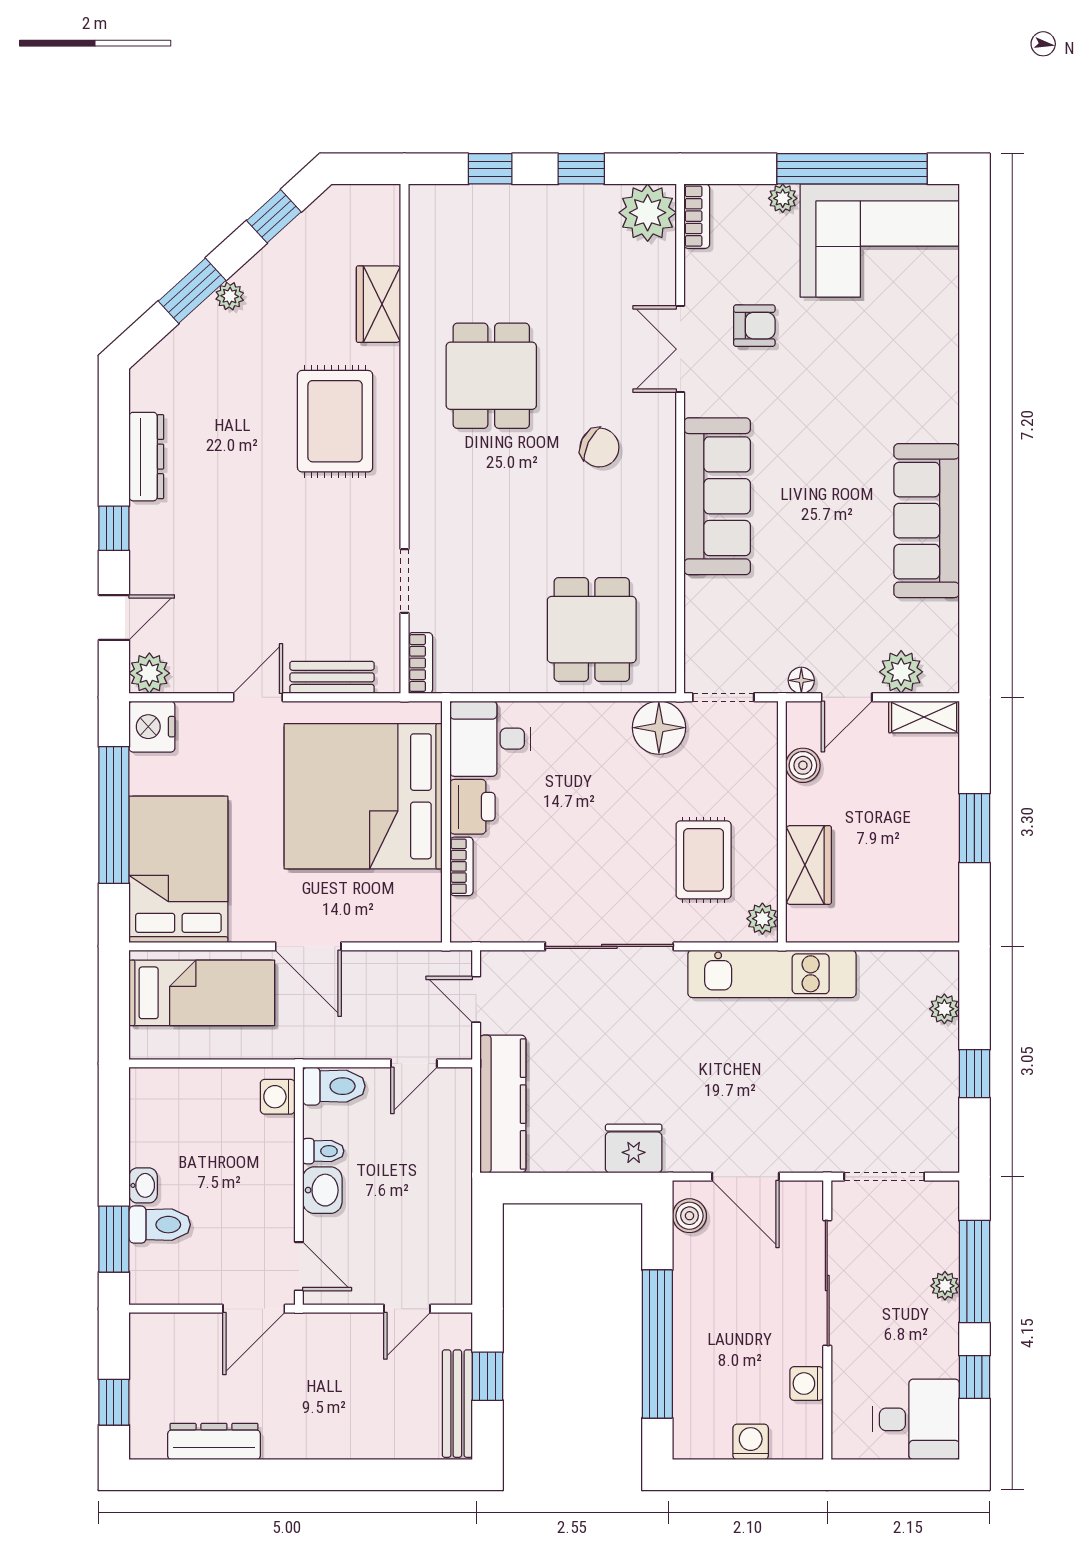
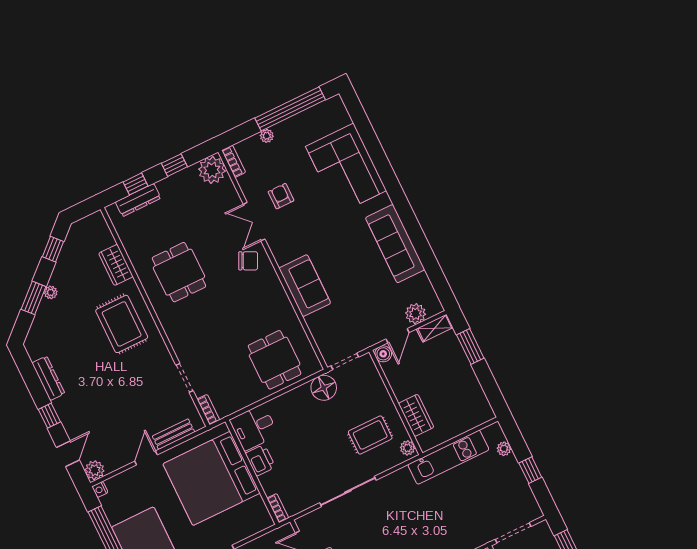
dresser: (480, 202) -> (138, 200), added
corner sofa: (879, 240) -> (346, 169), moved, turned 90
armchair: (754, 326) -> (281, 196), turned -90
chair: (599, 448) -> (248, 261), moved
sofa: (717, 496) -> (305, 286), width x0.73
floor lamp: (801, 680) -> (375, 338), removed
nightstand: (152, 727) -> (100, 489), width x0.53, depth x0.56
boiler: (803, 765) -> (383, 354), moved
window: (974, 828) -> (470, 347), moved
rug: (704, 860) -> (370, 435), turned 90
bookcase: (462, 866) -> (278, 508), moved
kitchen unit: (772, 974) -> (448, 457), moved

